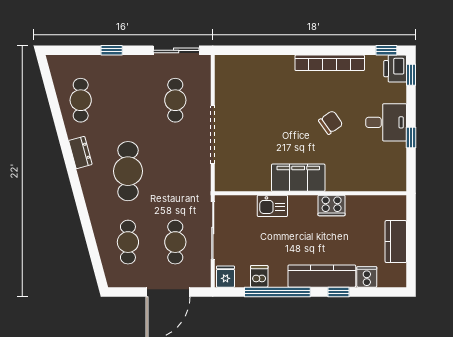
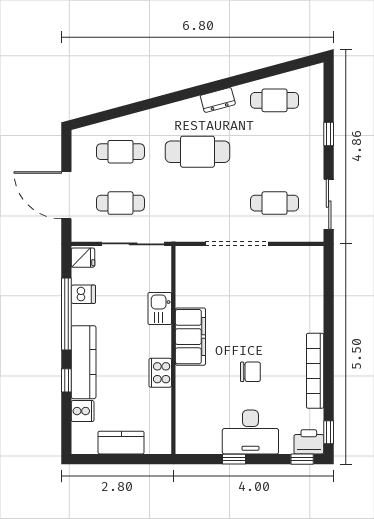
chair: (331, 122) -> (250, 372), turned -55
desk: (386, 122) -> (250, 432), width x1.37

